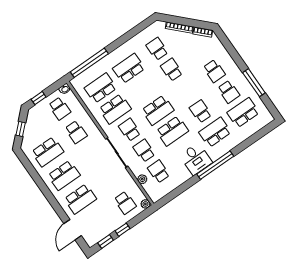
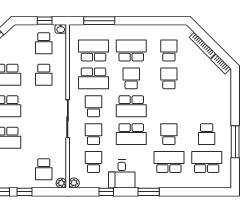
window: (89, 63) -> (99, 21), width x0.68
school desk: (214, 71) -> (131, 78), moved, turned 180
window: (39, 98) -> (45, 21), moved
desk: (196, 159) -> (122, 174), moved
window: (215, 165) -> (149, 192), width x0.47
plant: (142, 179) -> (74, 183), moved
window: (184, 187) -> (106, 192), added

